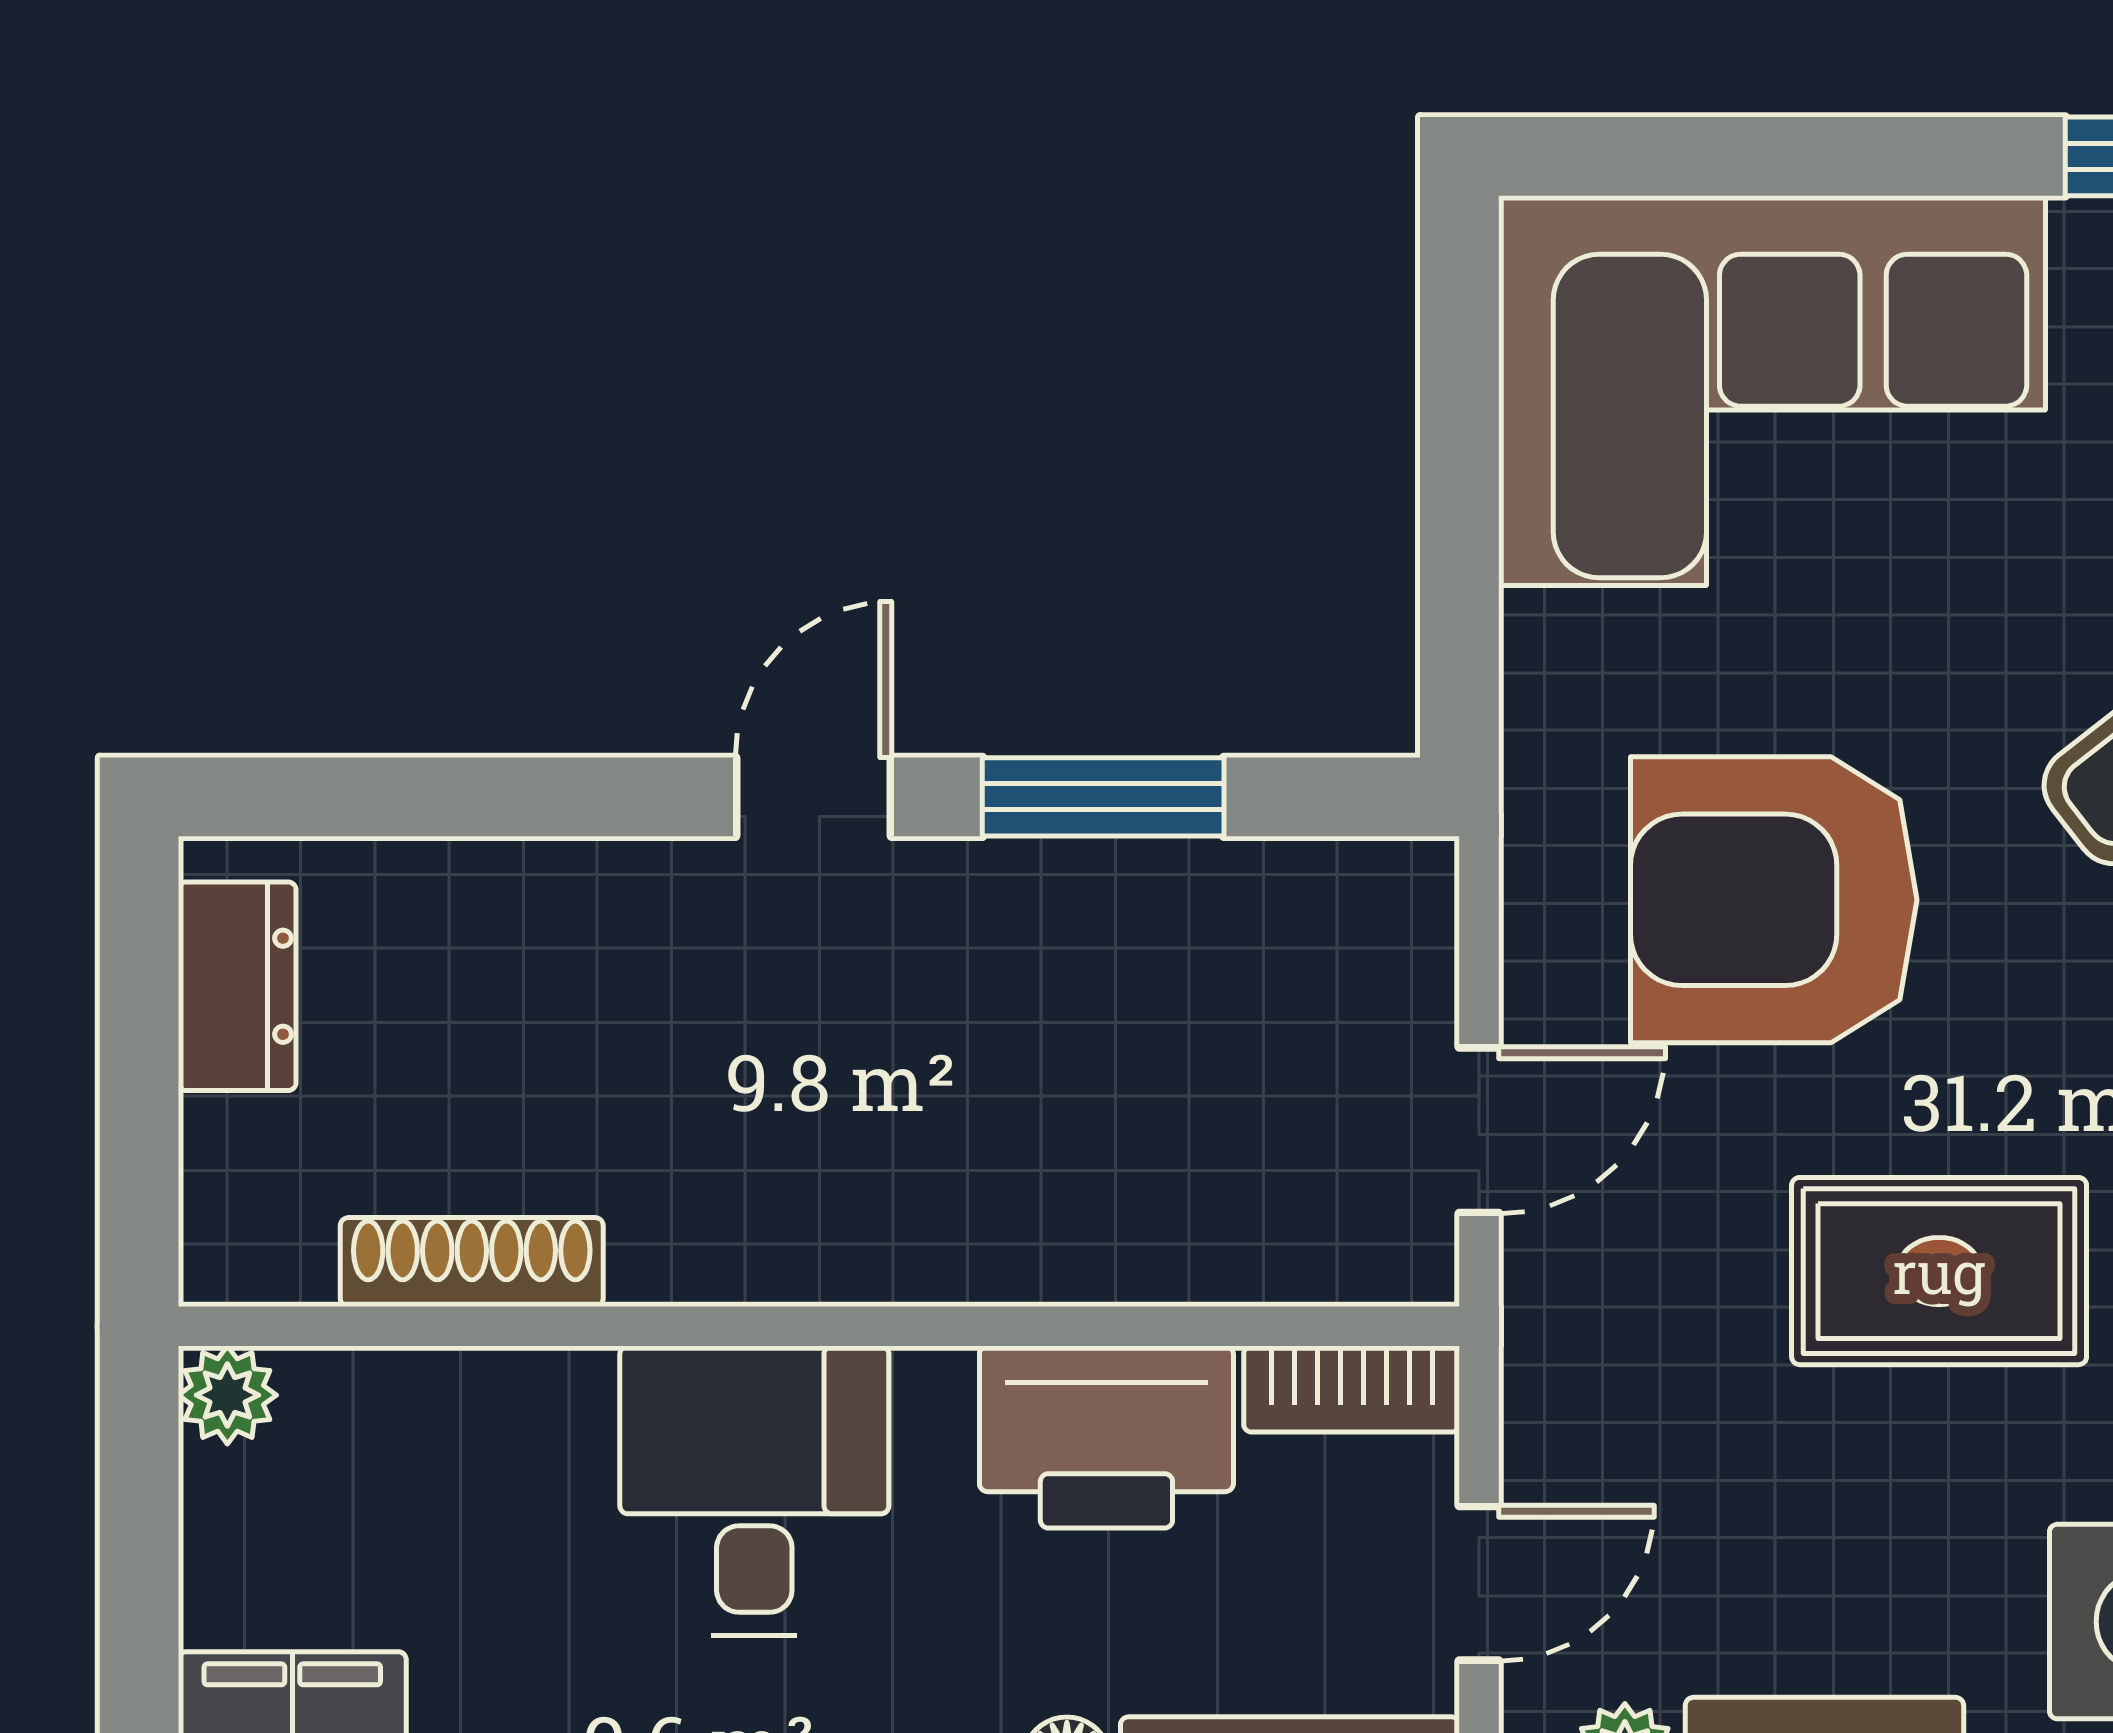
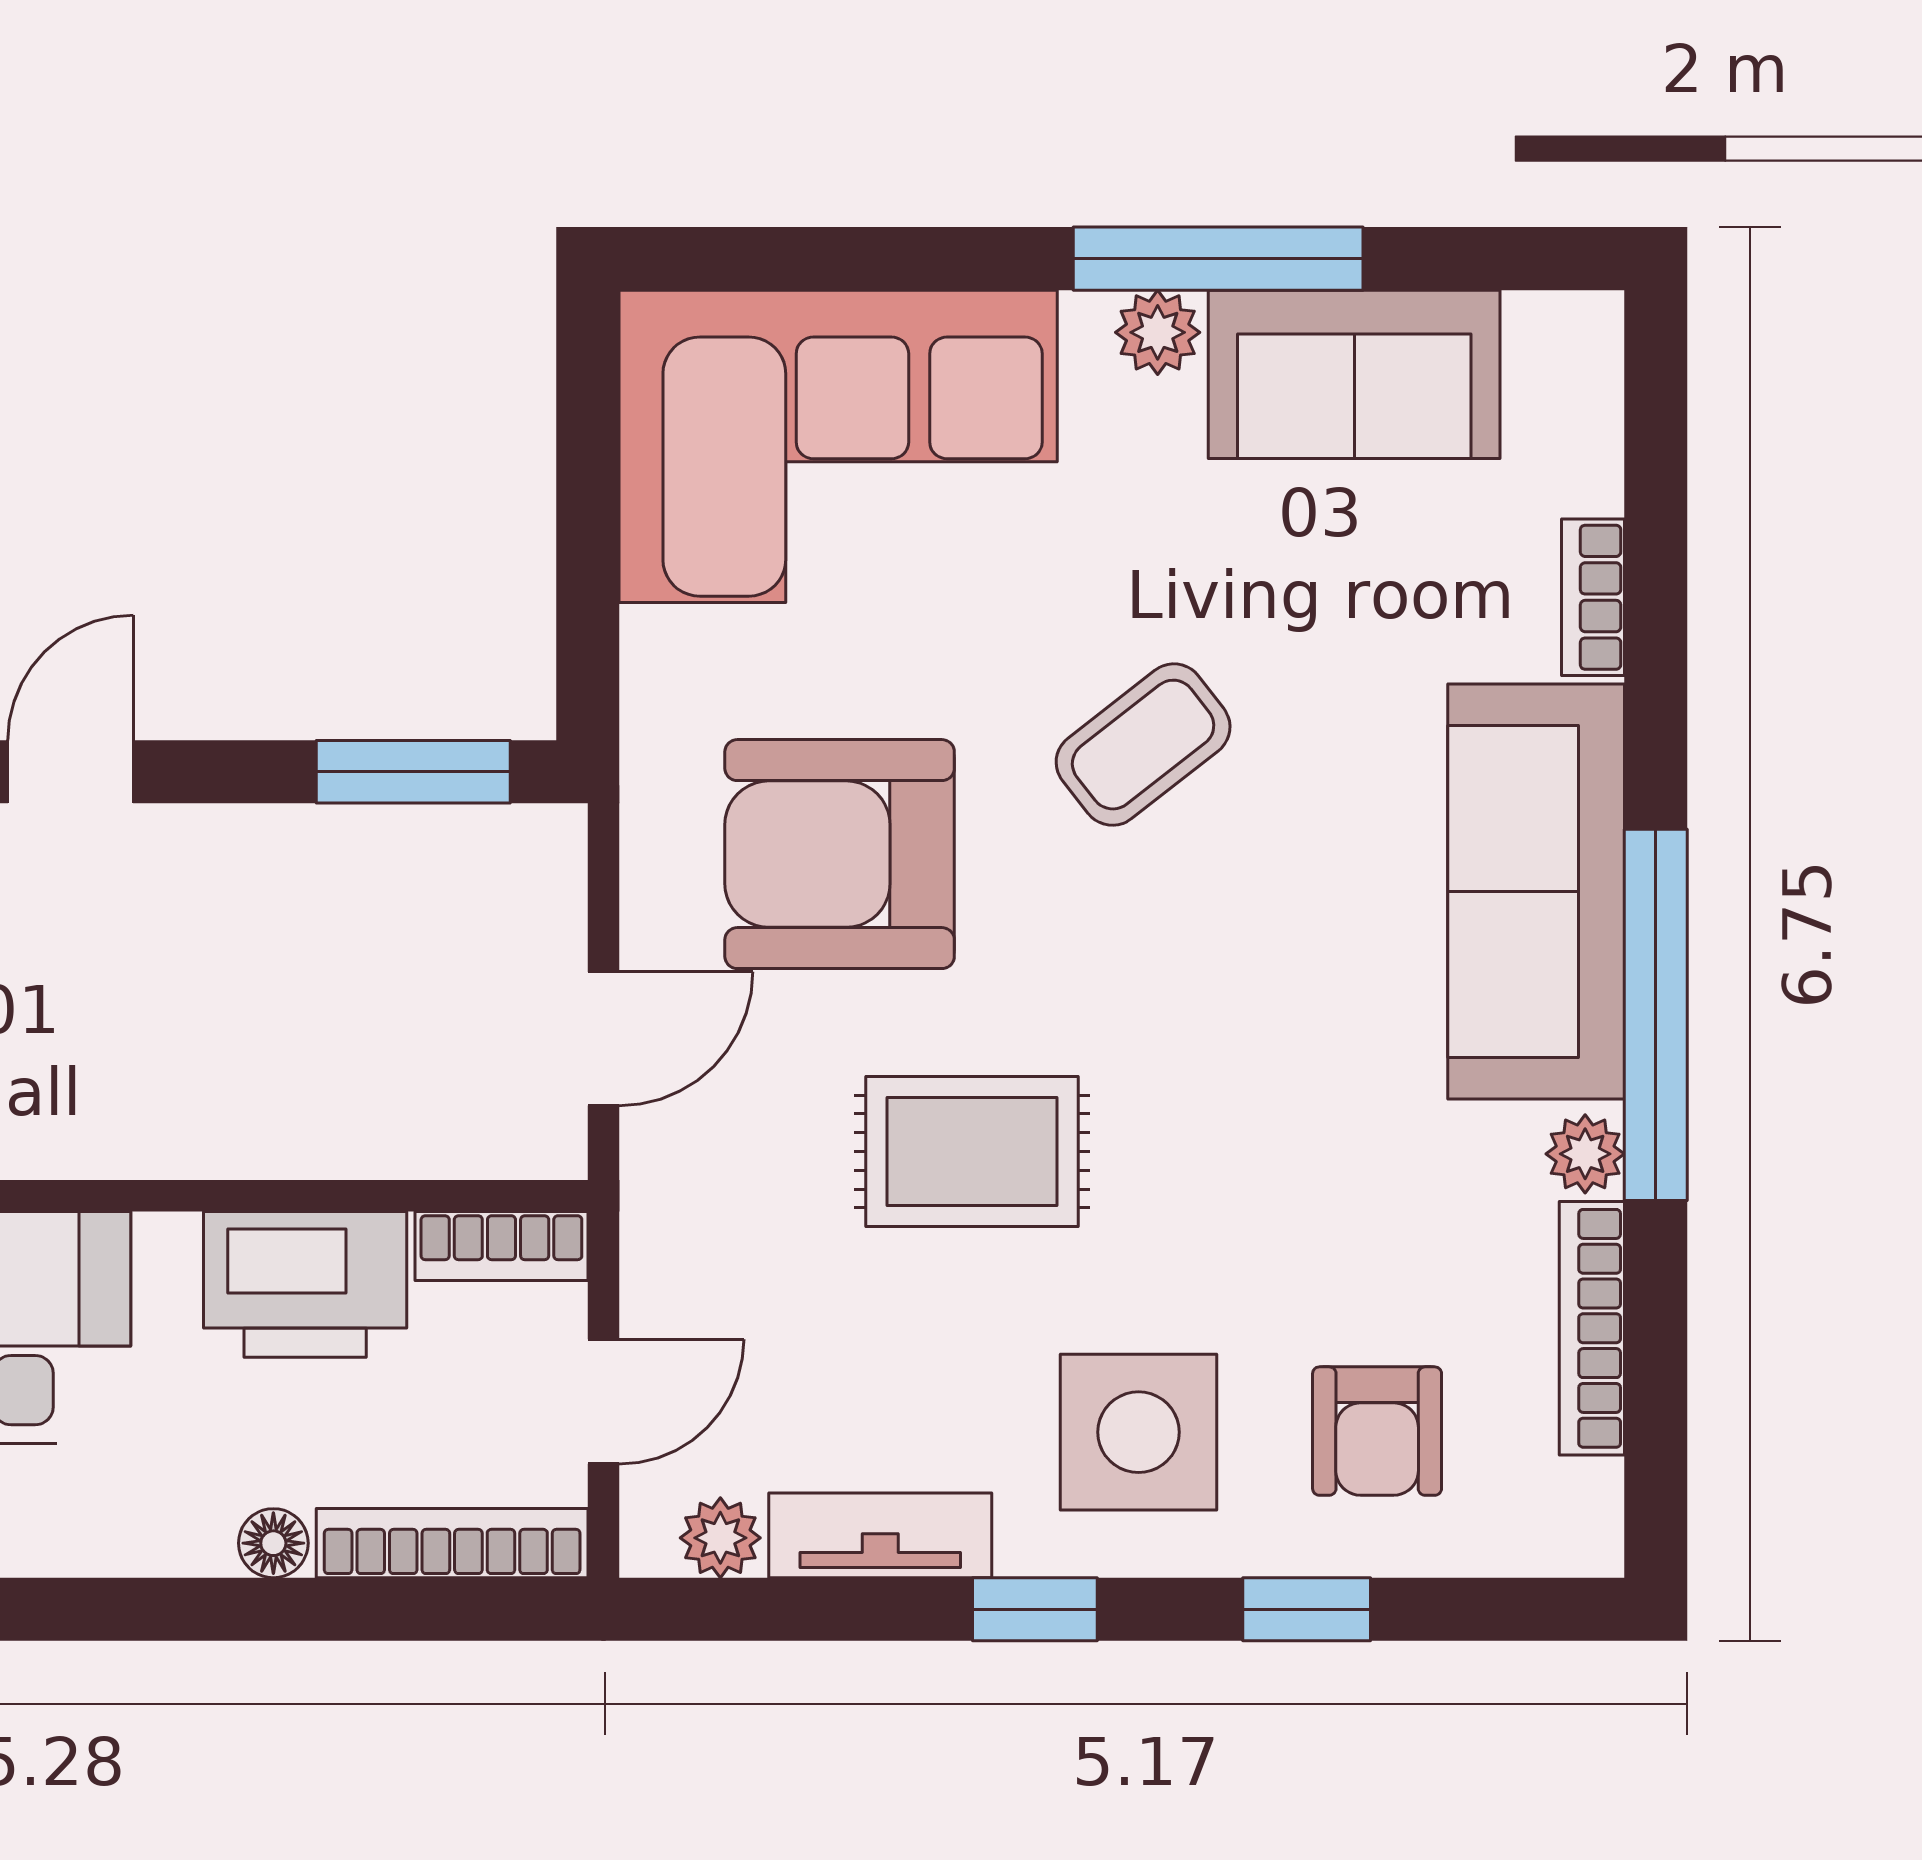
window: (1103, 797) -> (413, 772), moved

